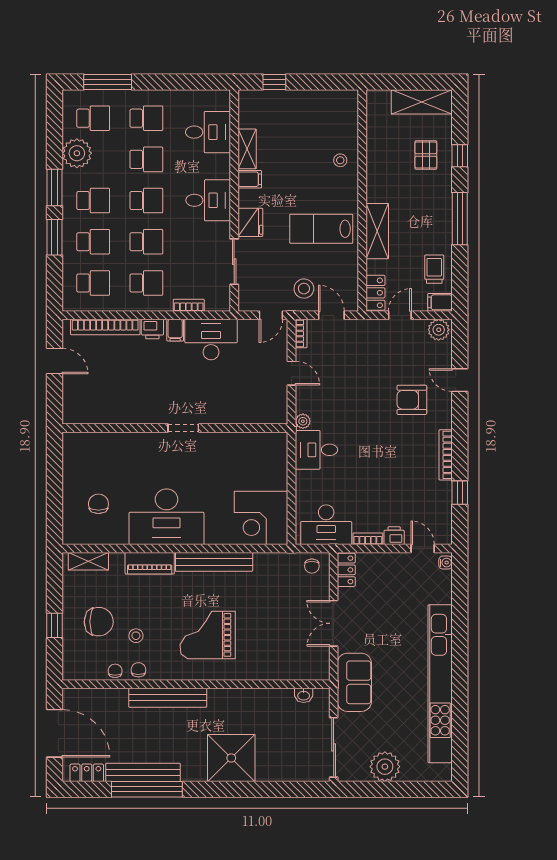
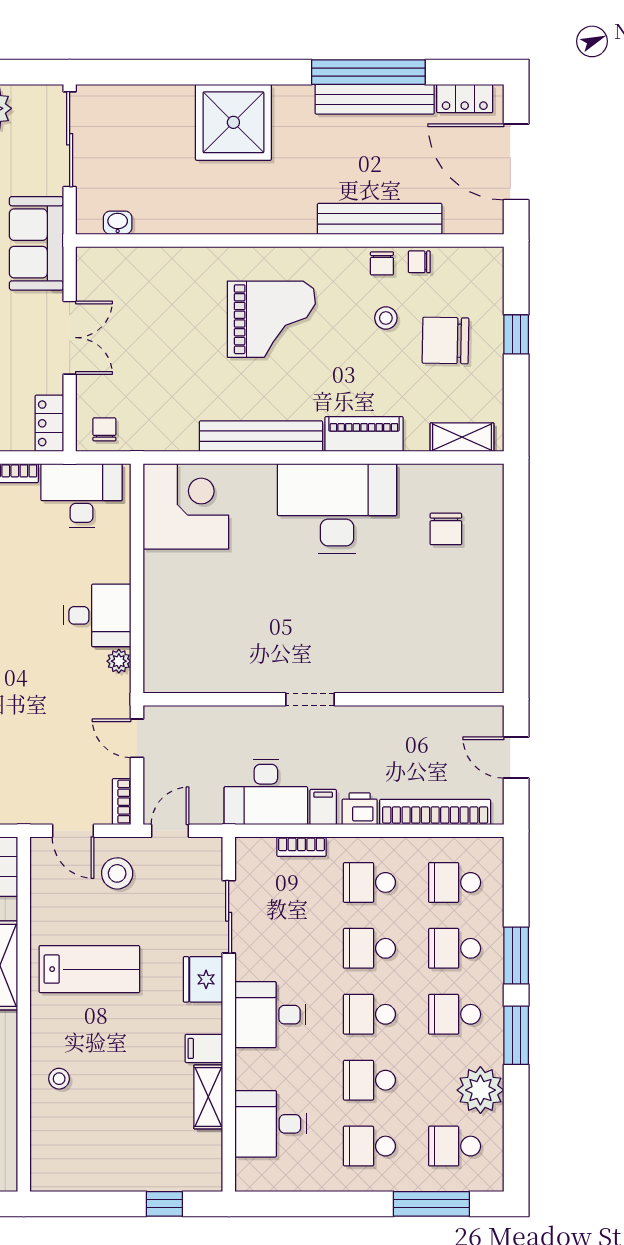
wall: (175, 428) -> (324, 699), moved
doorway: (183, 428) -> (310, 699), moved
chair: (115, 671) -> (419, 262), turned 90
bench: (168, 698) -> (380, 219), moved

